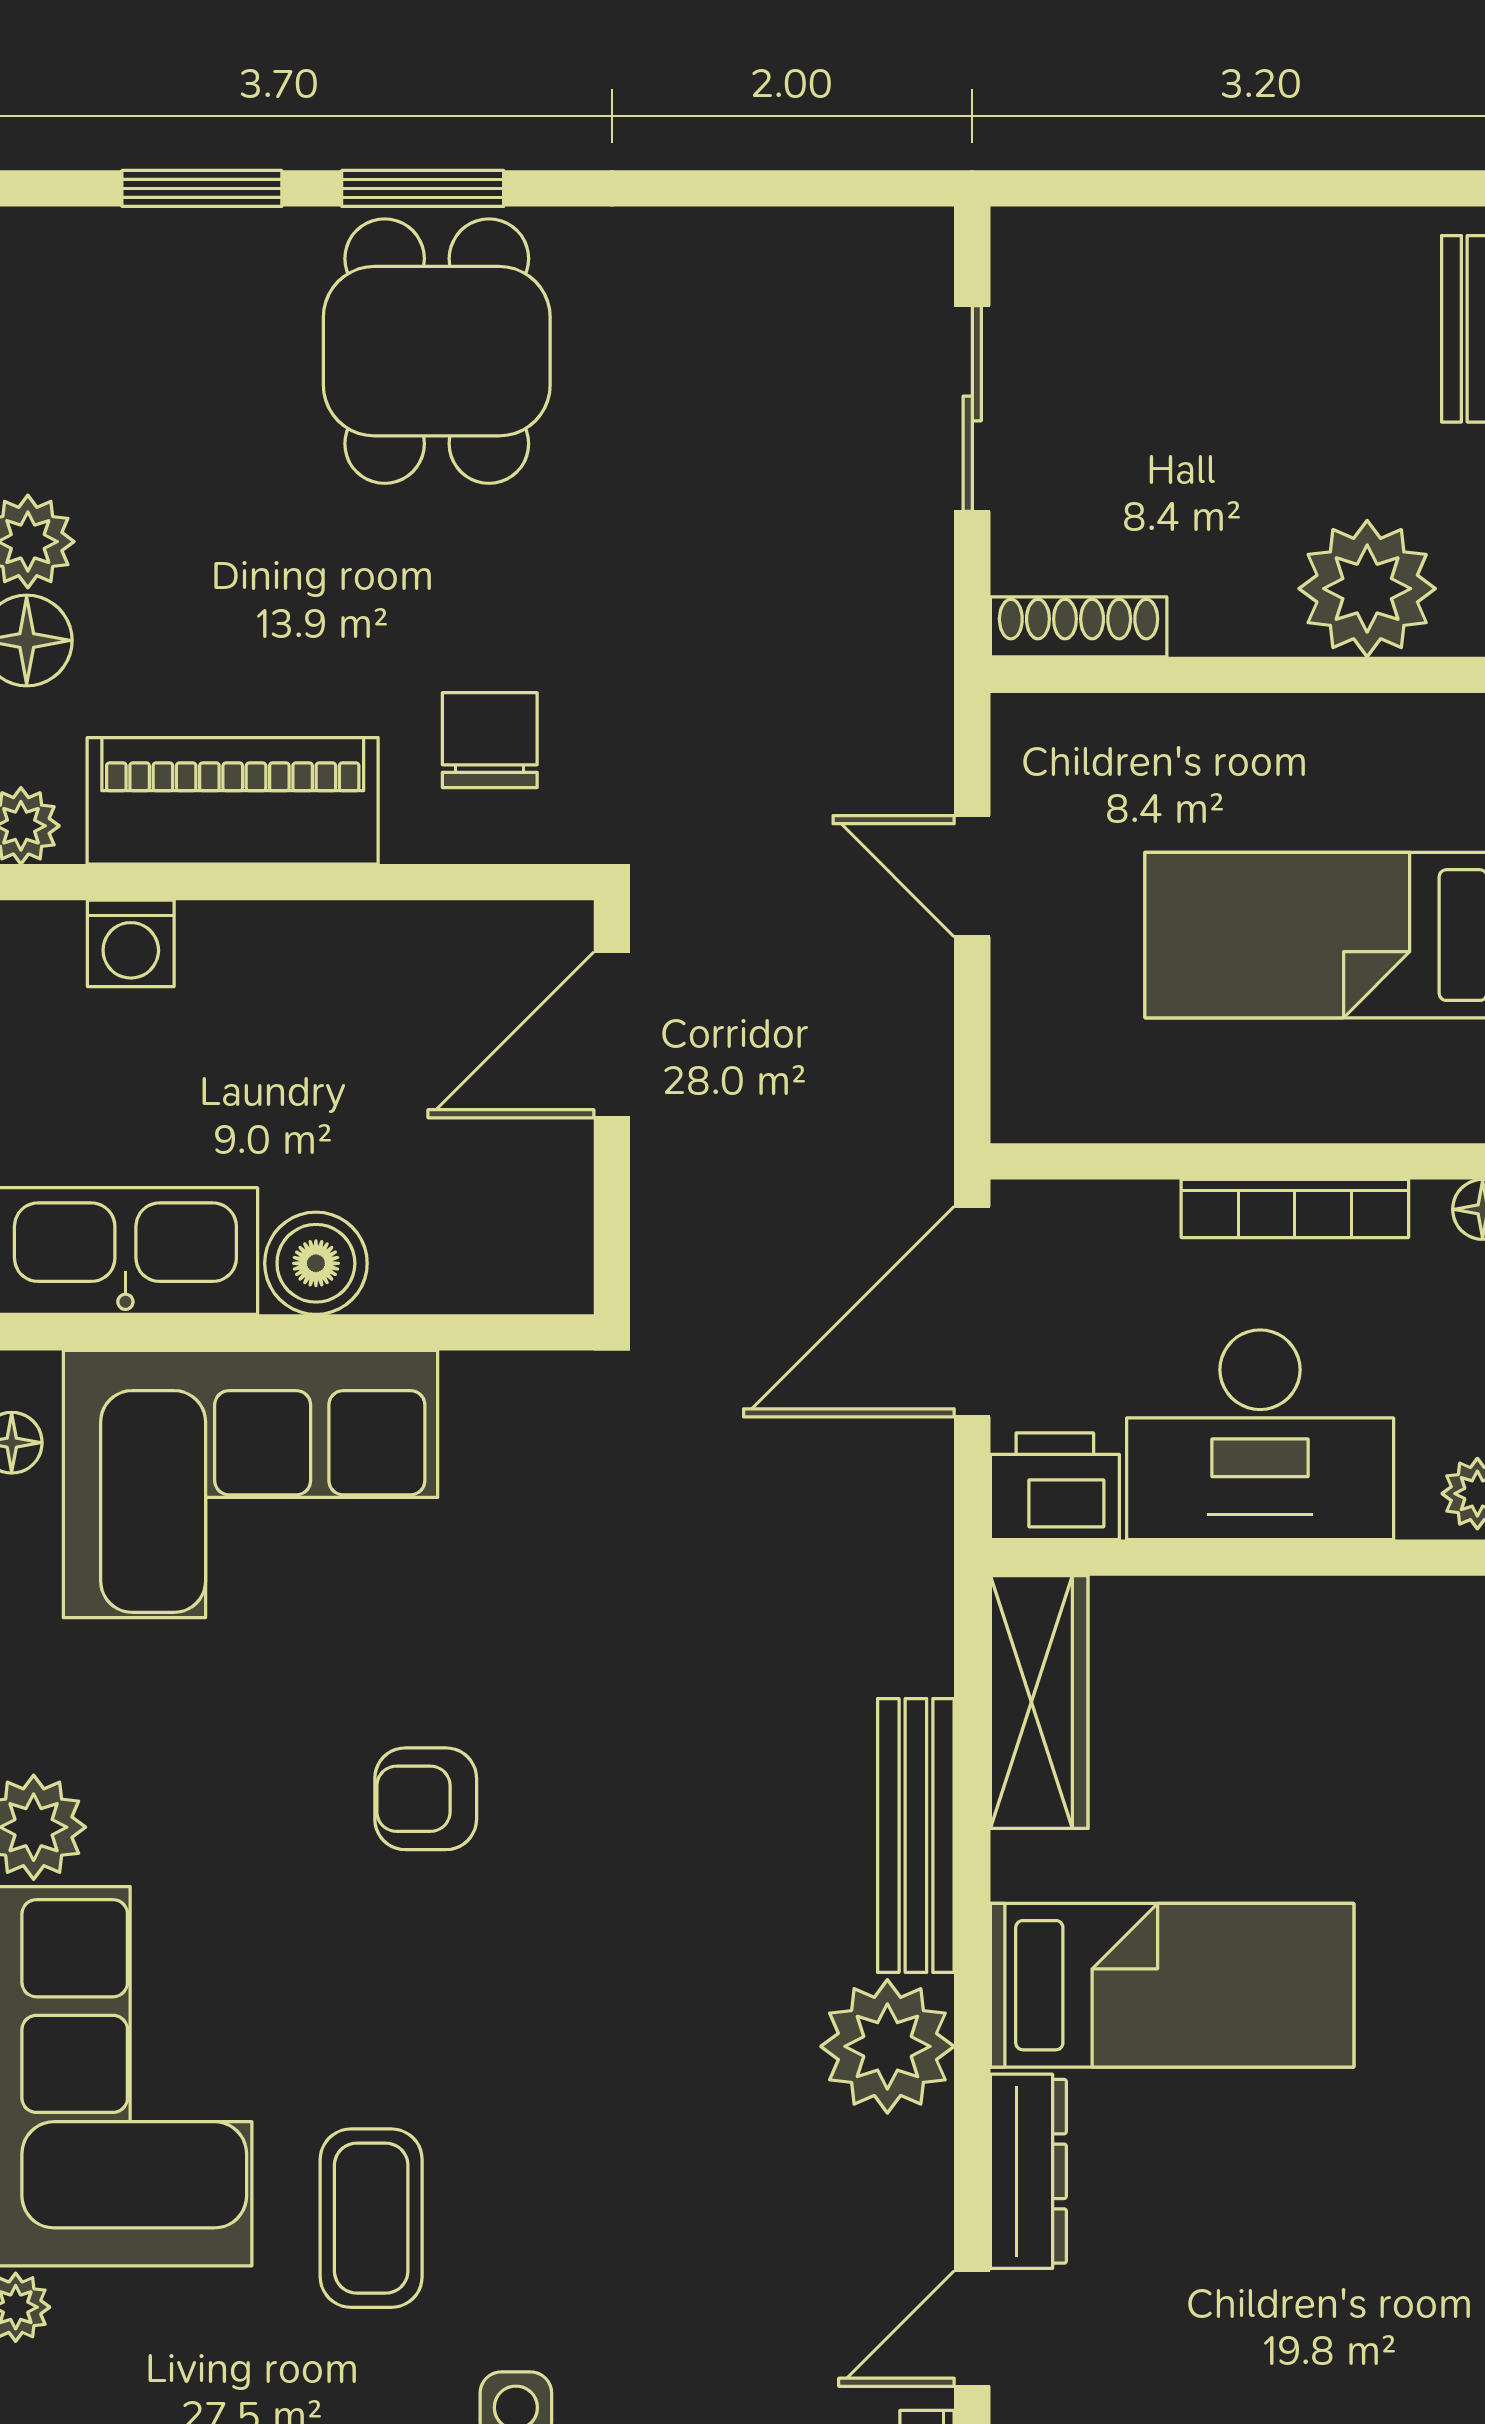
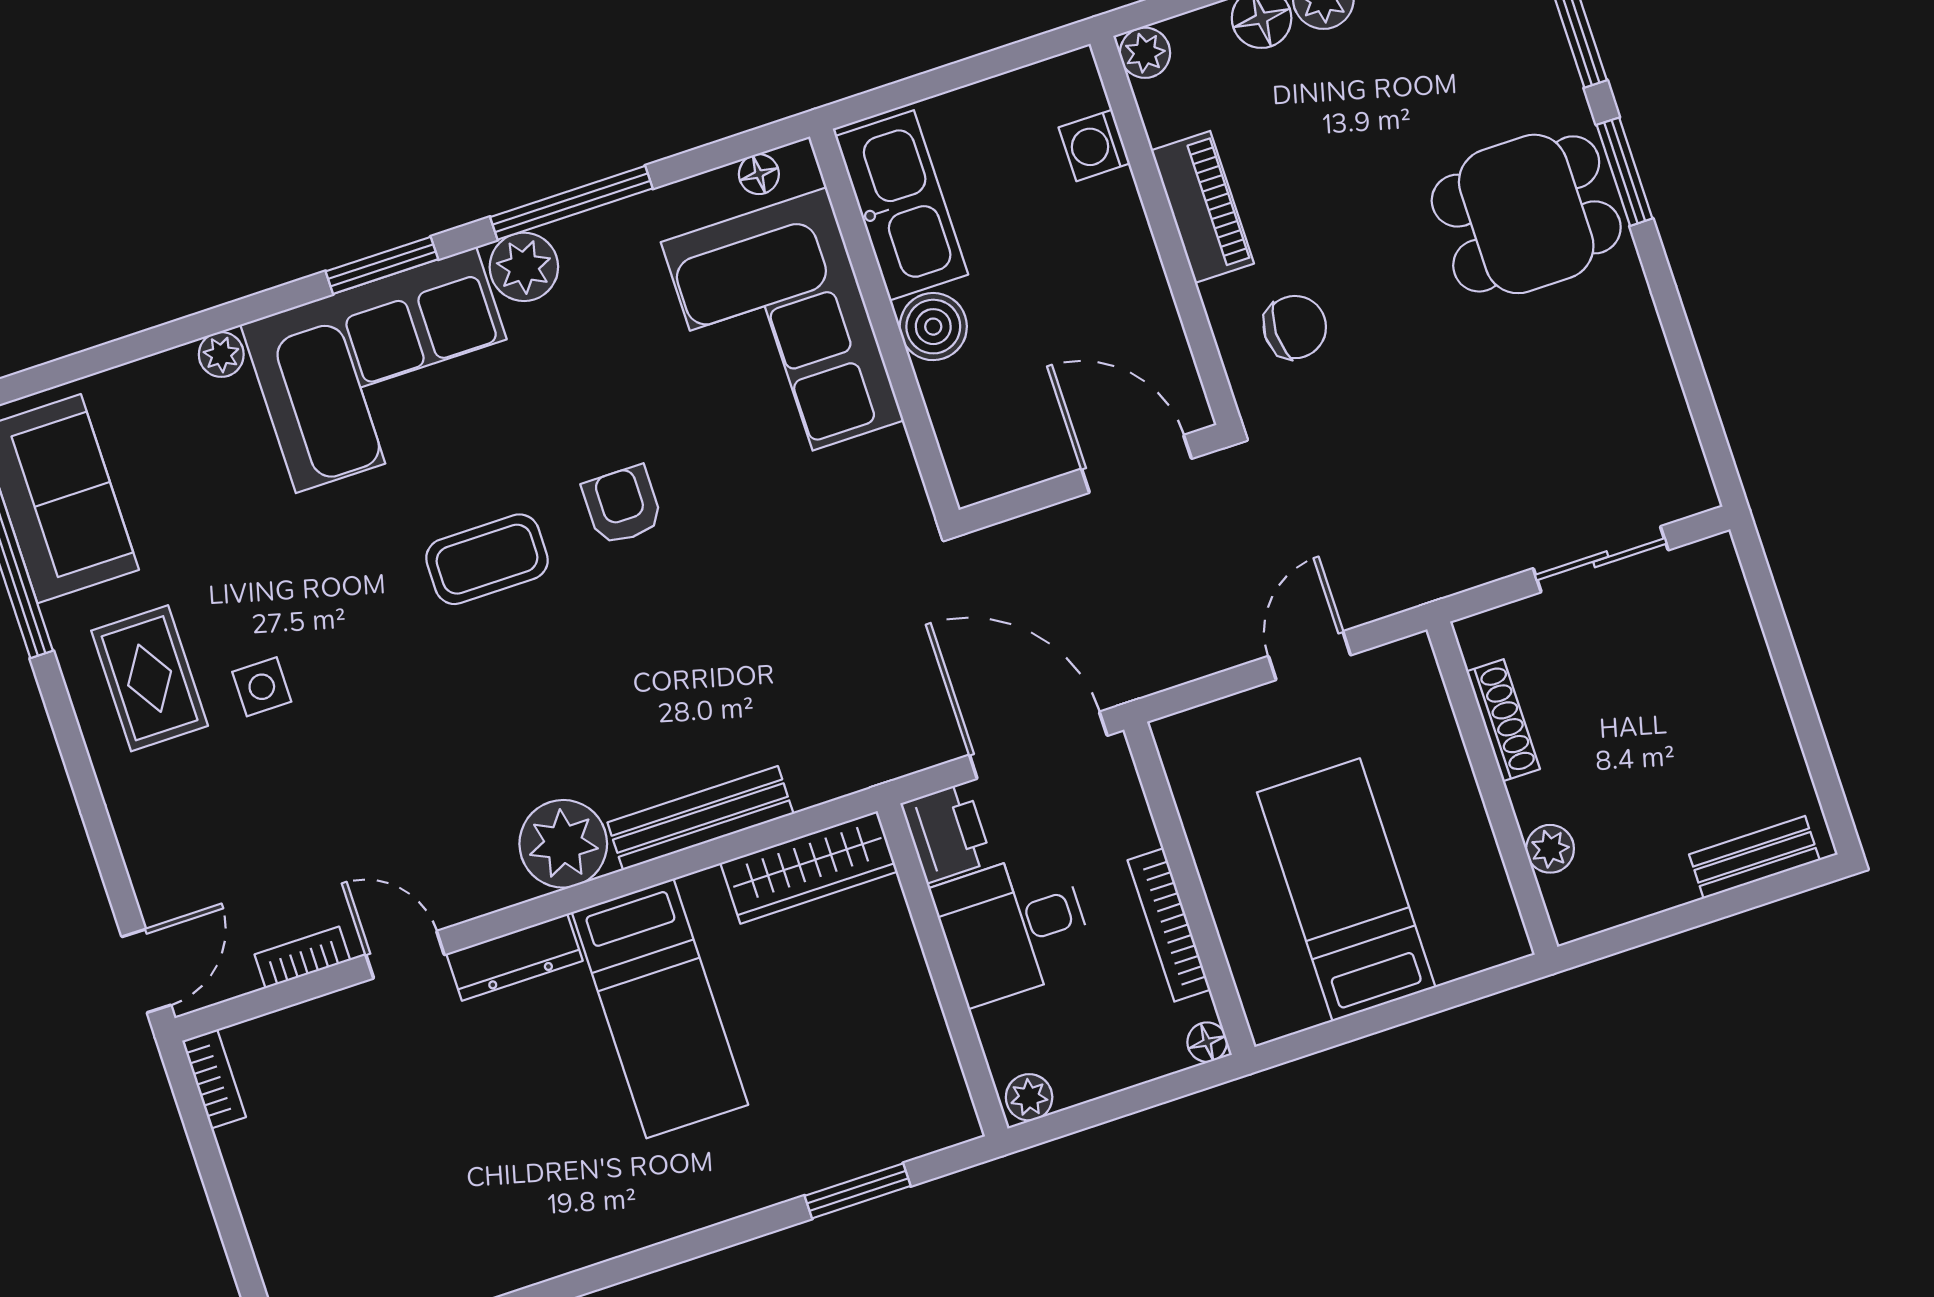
plant: (1367, 589) -> (1550, 849), width x0.53, depth x0.53
shoe rack: (1079, 627) -> (1503, 720), moved
piano: (233, 801) -> (1202, 207), width x0.73, depth x0.75
desk: (1260, 1435) -> (1013, 927), width x0.73
coffee table: (371, 2218) -> (487, 559), moved

